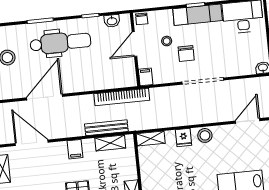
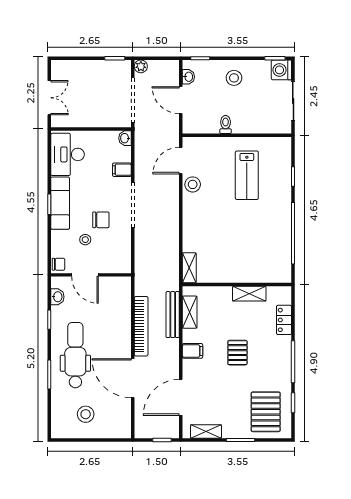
filing cabinet: (146, 77) -> (122, 170), moved
bookcase: (122, 97) -> (141, 326), moved
door: (248, 121) -> (181, 161), hinge flipped
stool: (205, 135) -> (193, 184), moved
fridge: (184, 138) -> (192, 232), removed

